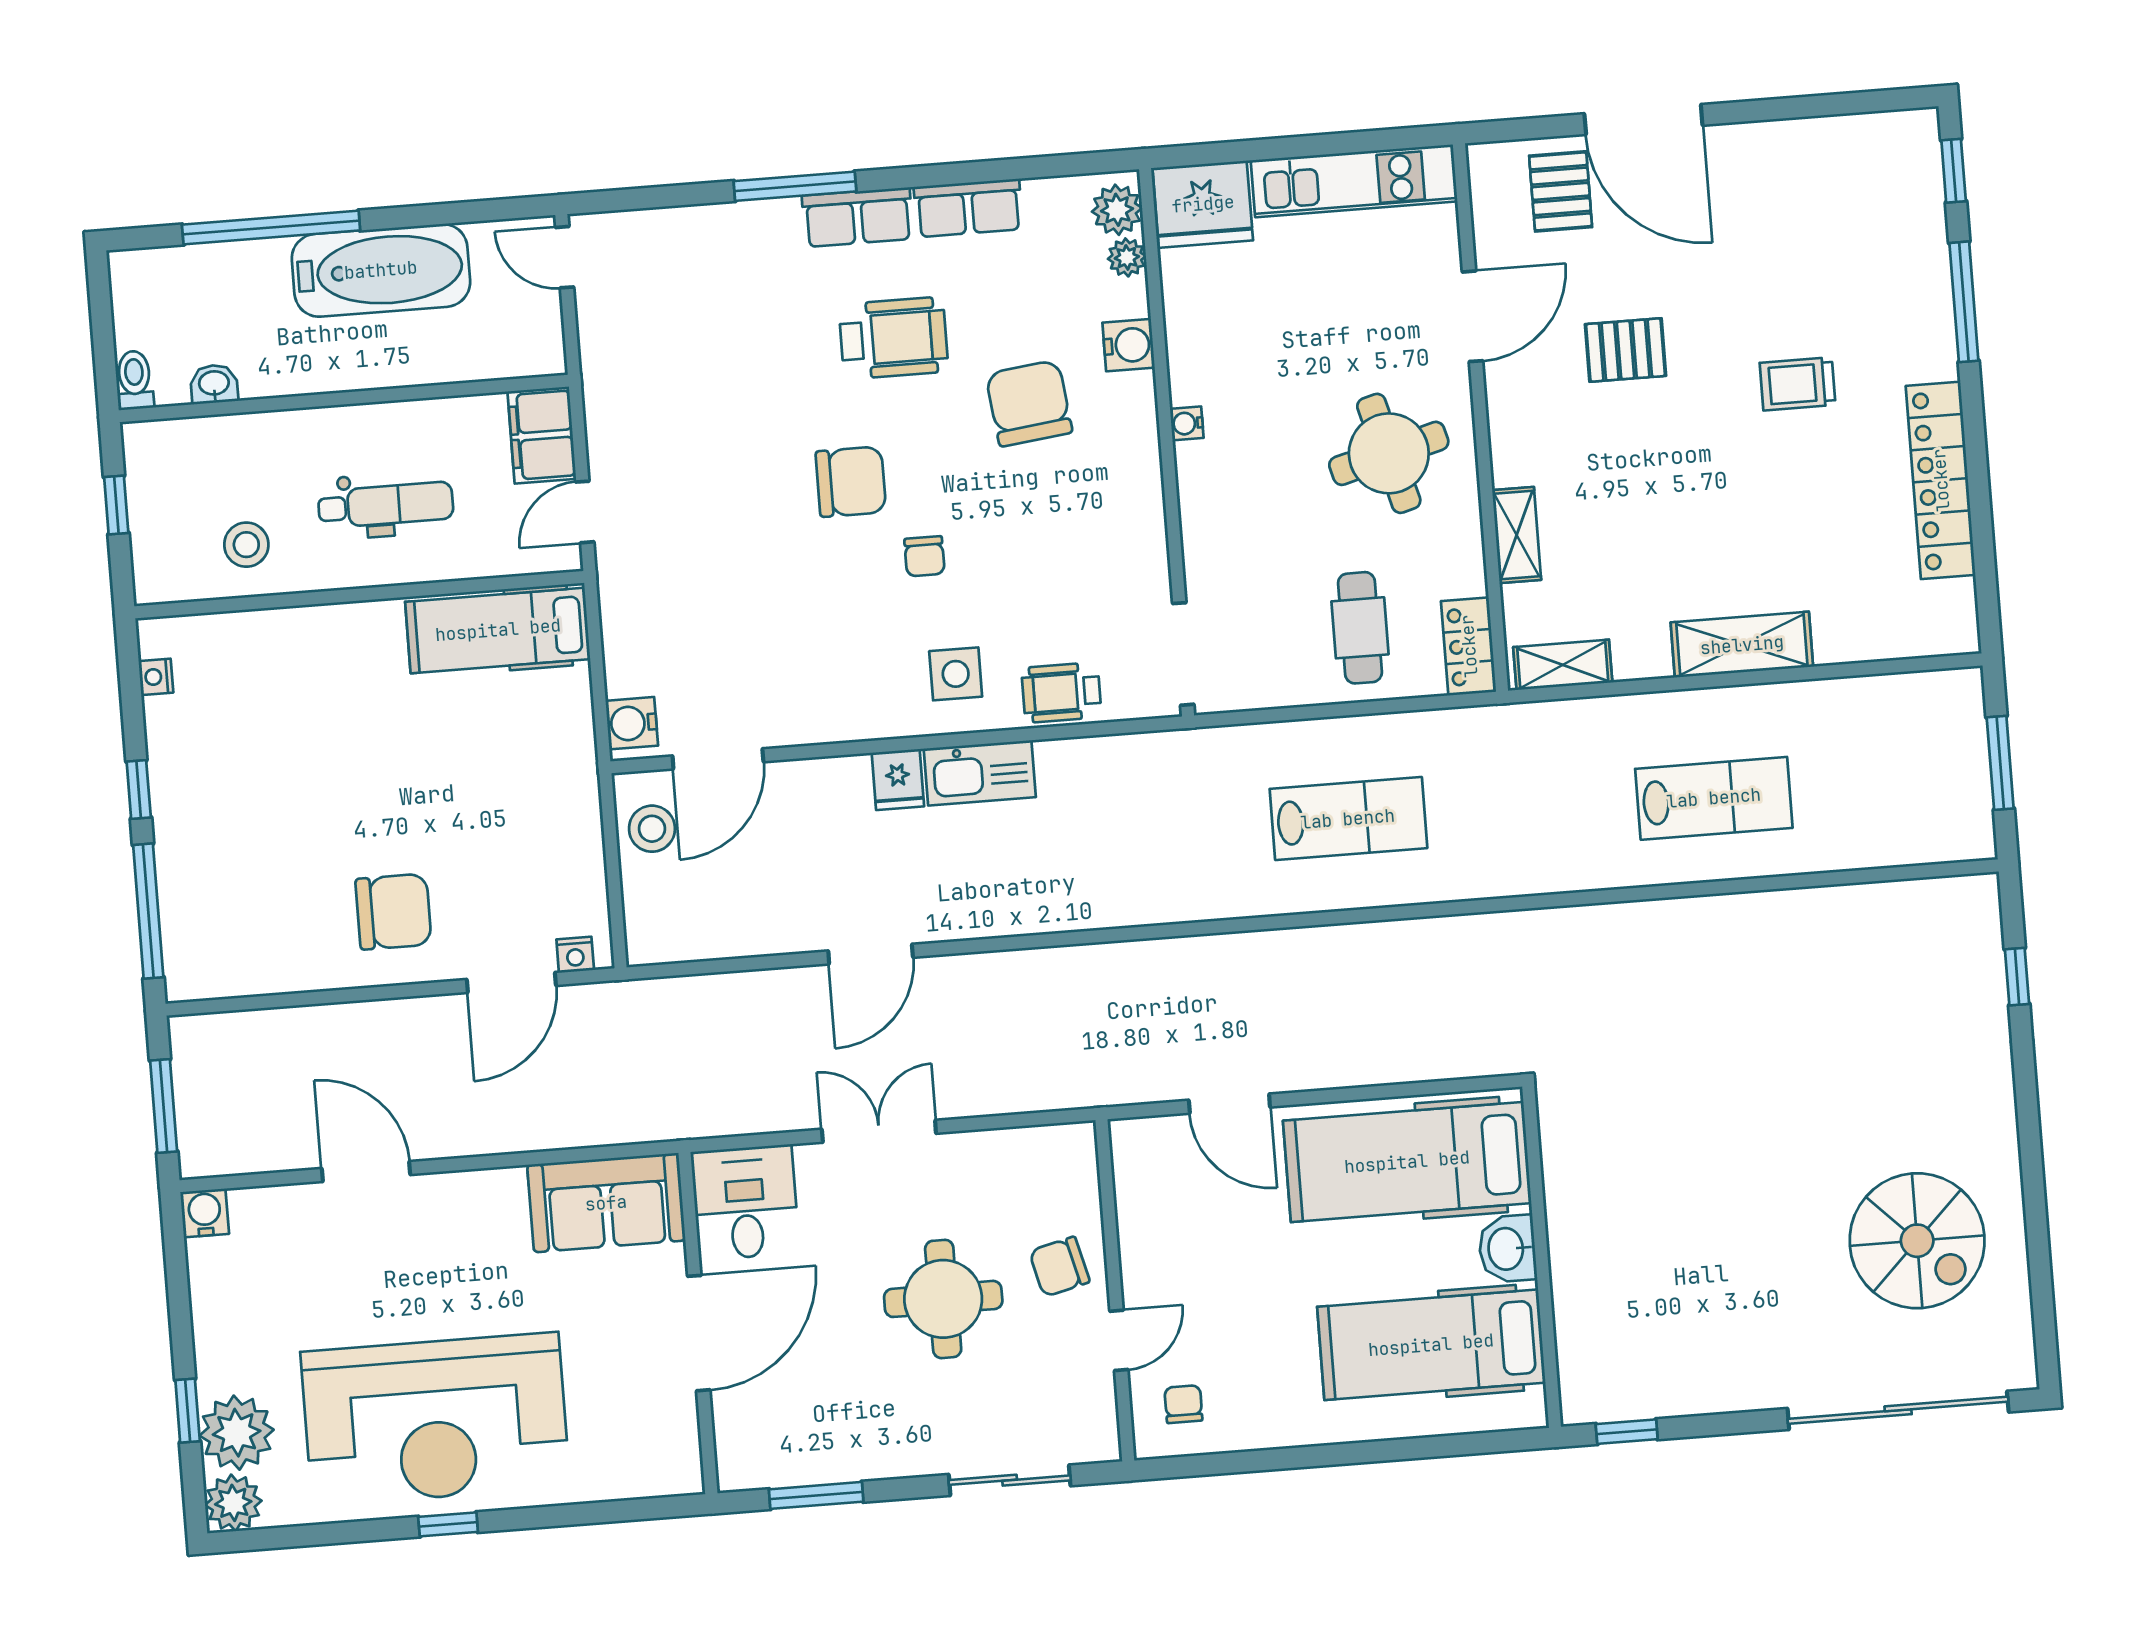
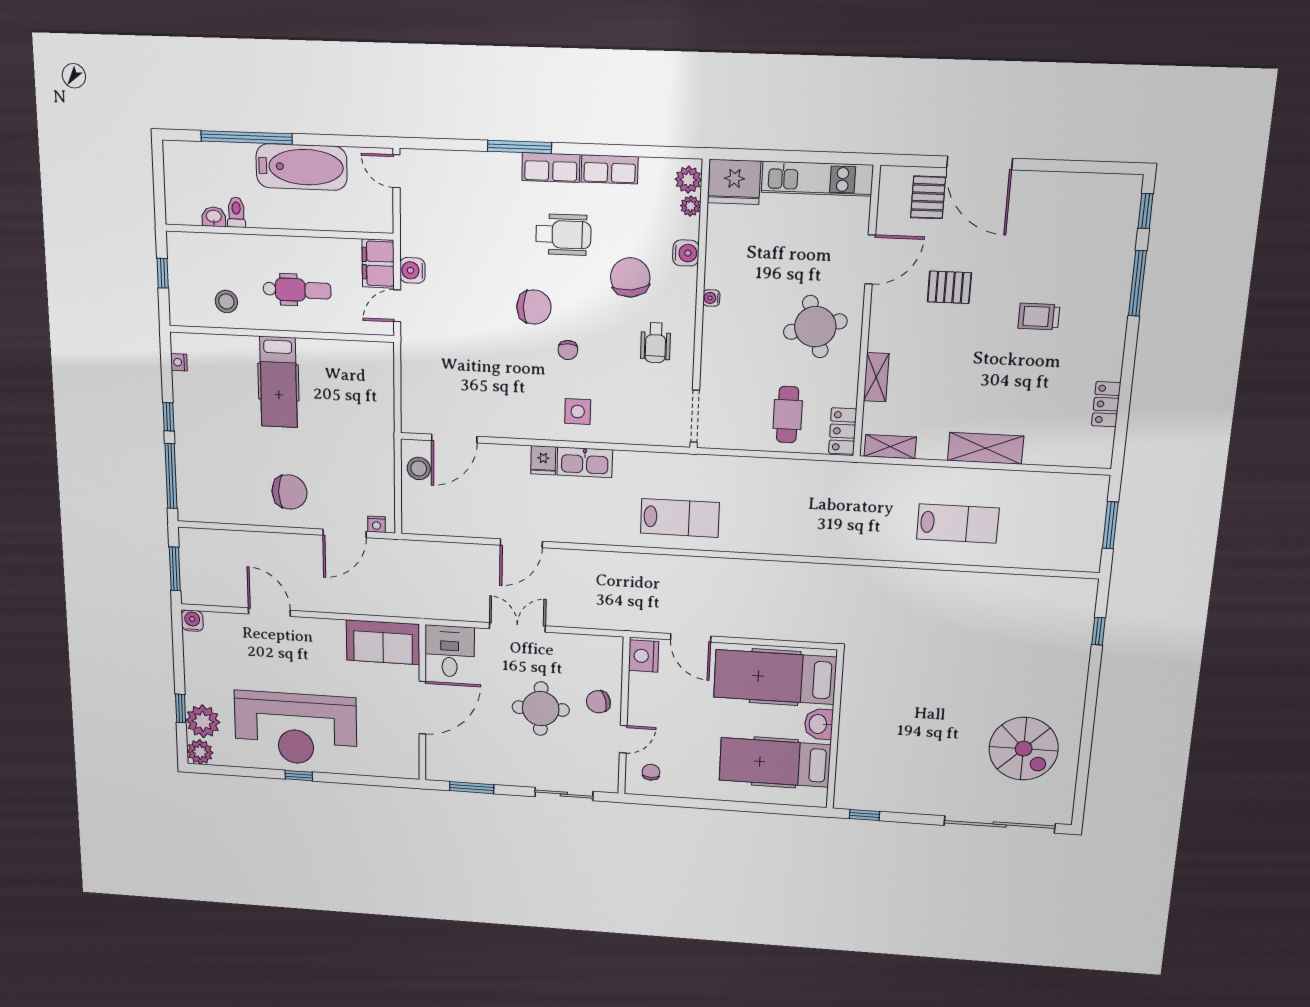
toilet: (135, 380) -> (236, 212), moved
locker: (1941, 480) -> (1106, 404), width x0.46, depth x0.83
hospital bed: (498, 630) -> (278, 382), moved, turned -90
wheelchair: (1061, 693) -> (656, 343), moved, turned -90
water cooler: (632, 723) -> (412, 270), moved
lab bench: (1348, 819) -> (680, 518), moved
nightstand: (1140, 1155) -> (644, 656), added

